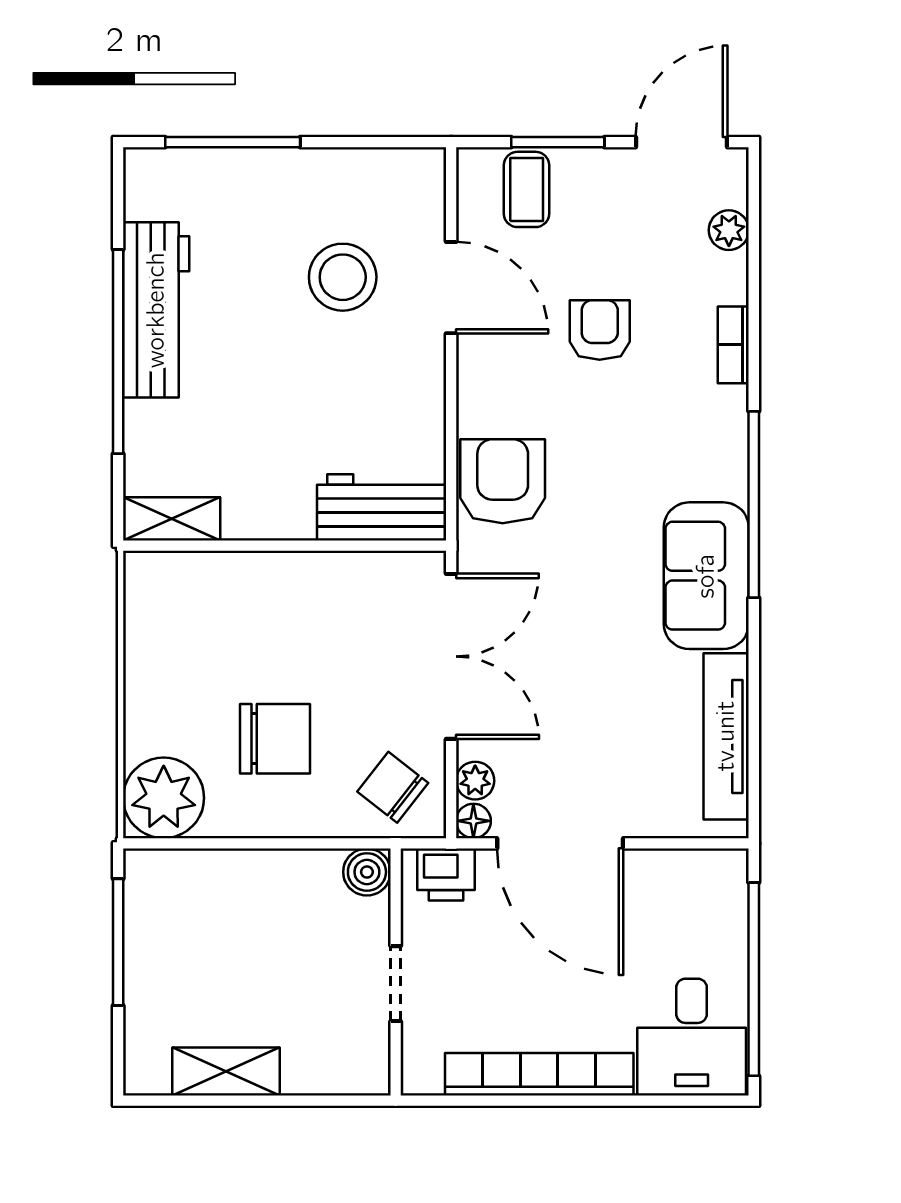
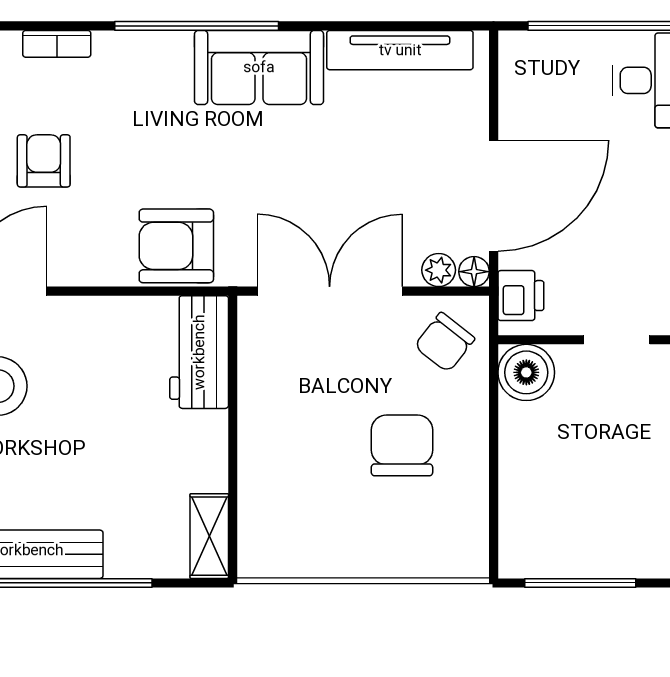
armchair: (600, 330) -> (44, 161), turned 90
plant: (164, 798) -> (454, 543), removed
boiler: (367, 872) -> (526, 372), width x1.36, depth x1.36

